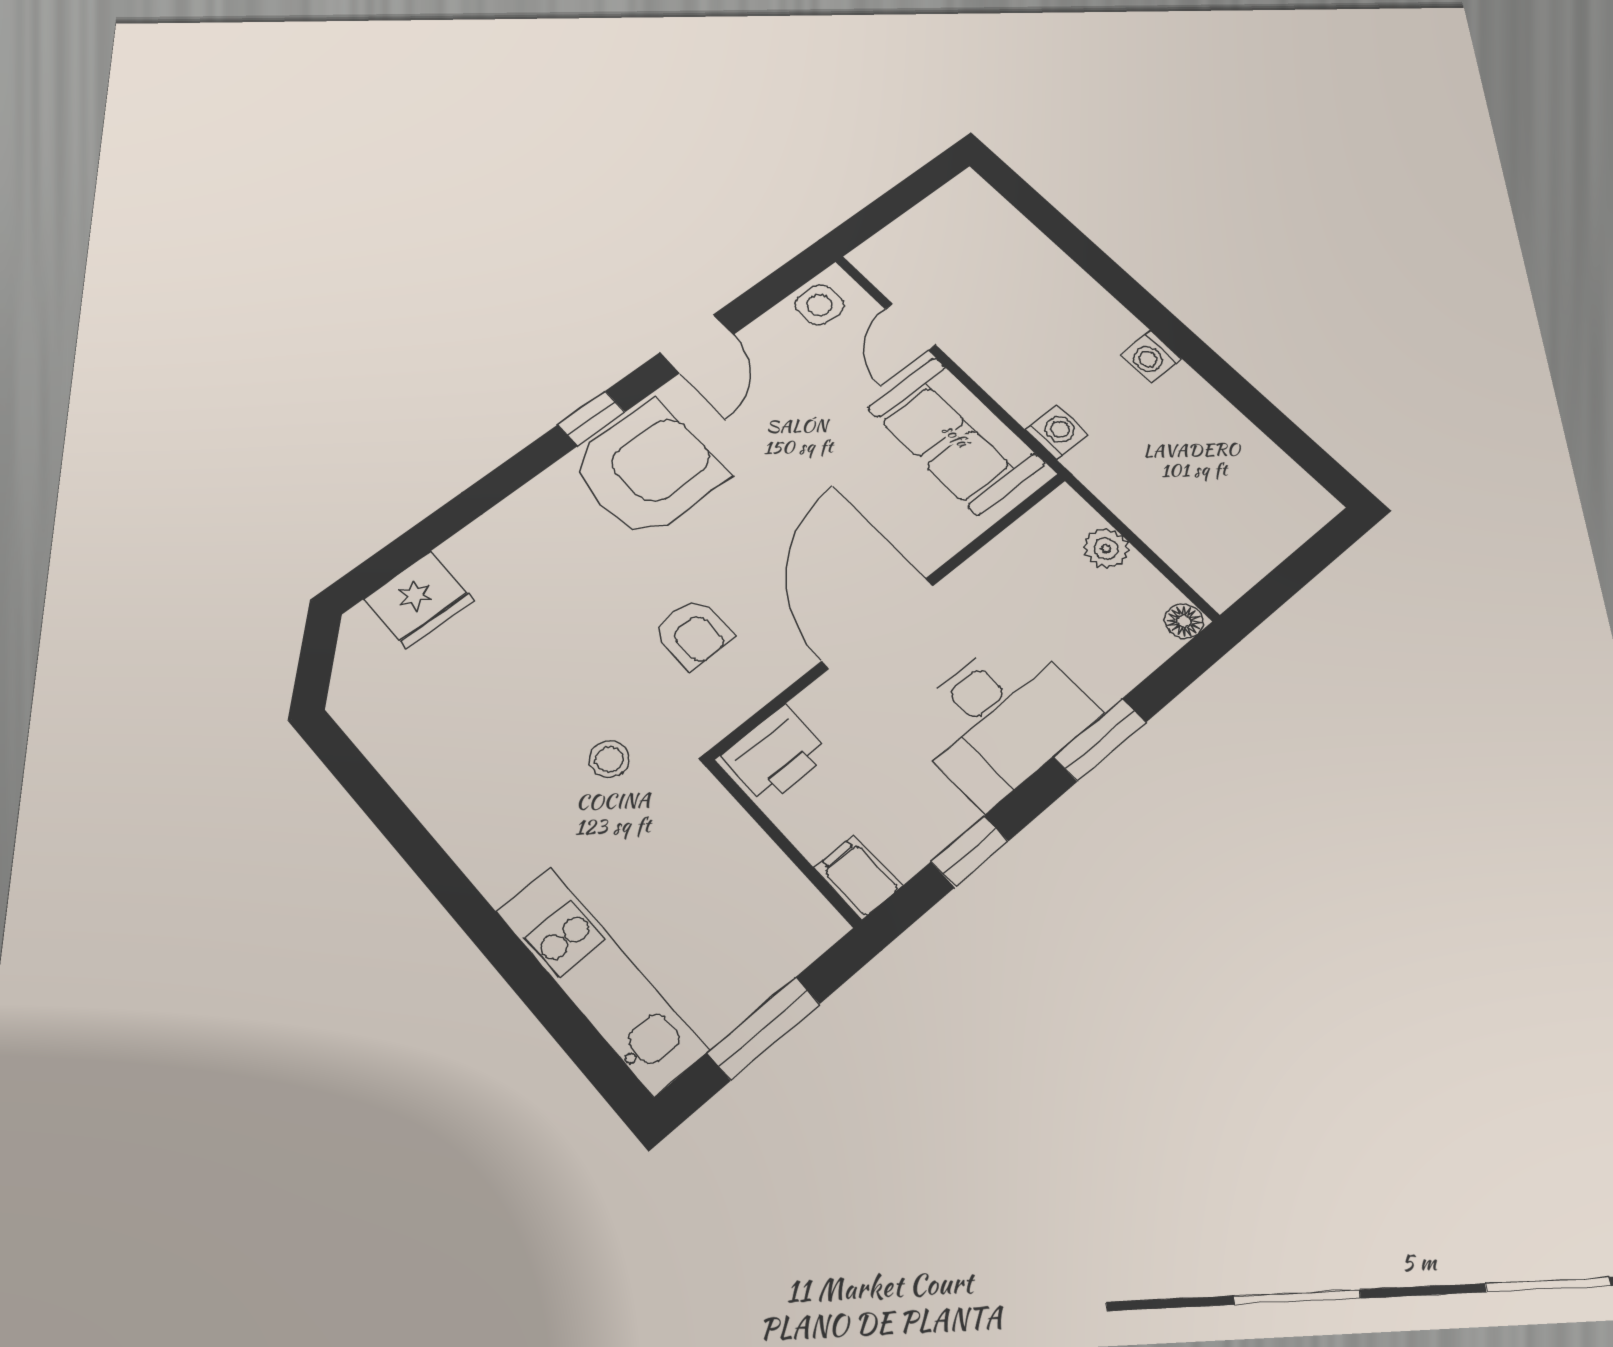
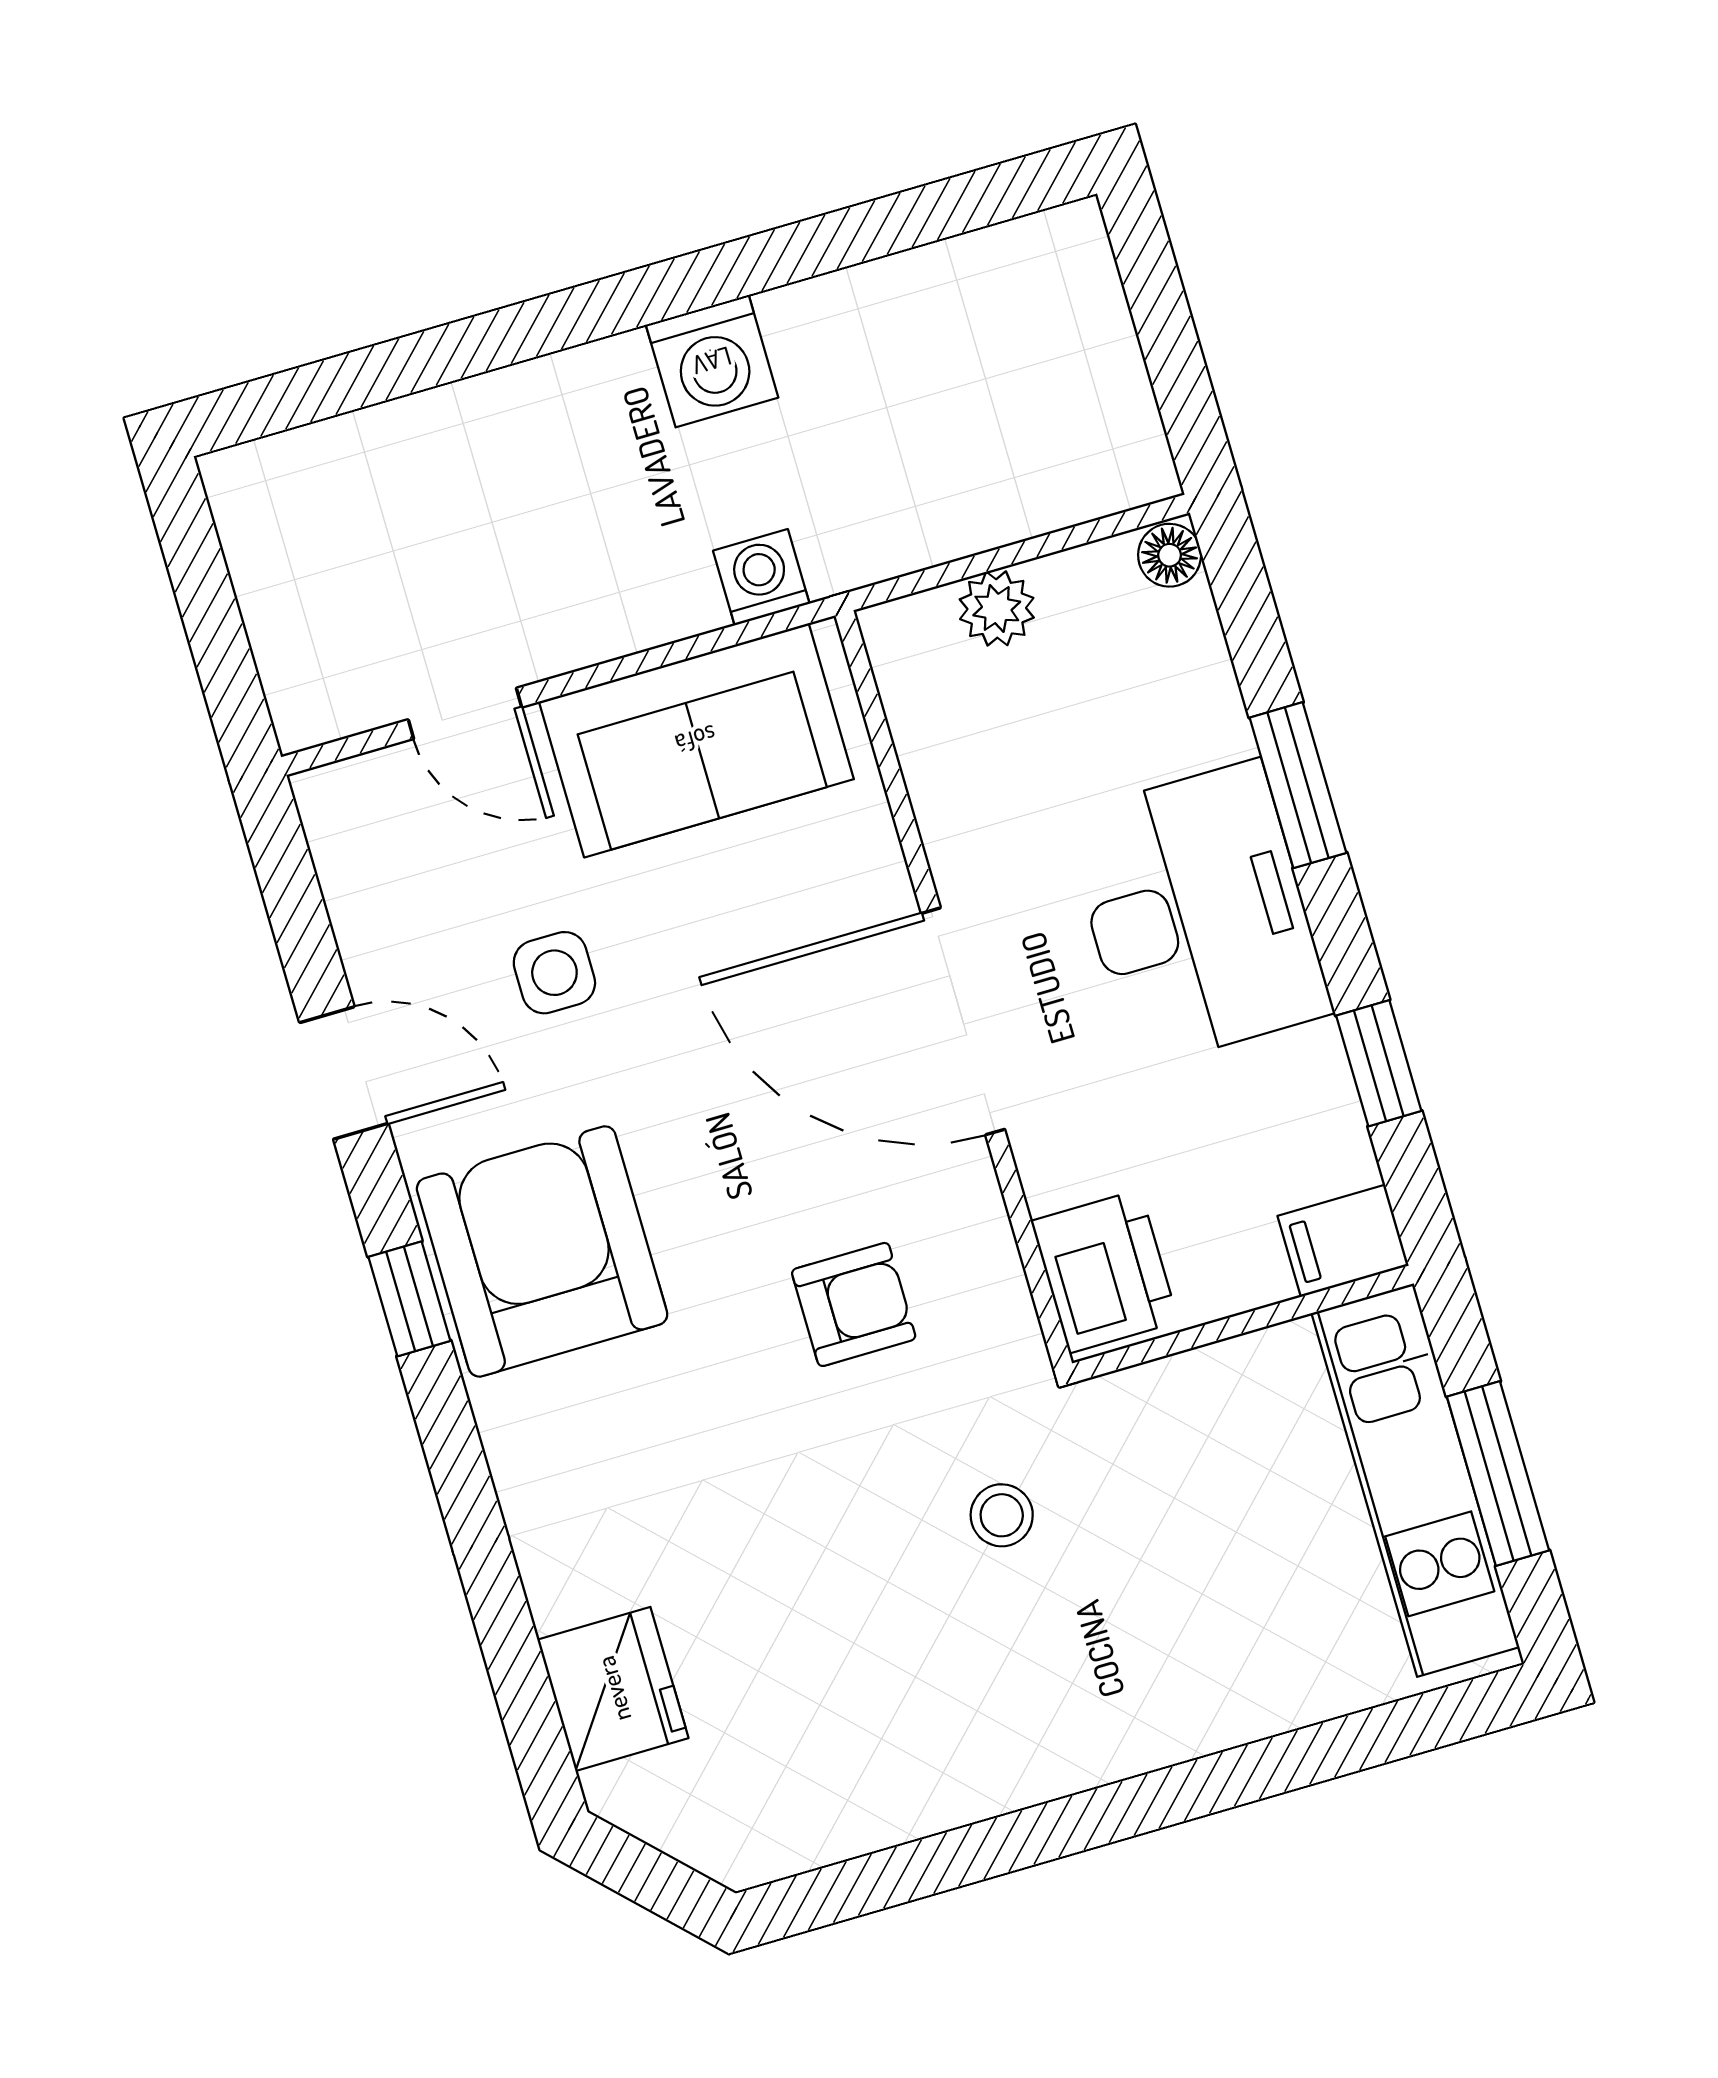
side table: (820, 305) -> (554, 973), moved
washing machine: (1151, 357) -> (712, 361), width x1.38, depth x1.38
kitchen unit: (601, 980) -> (1415, 1480), moved, turned -90

